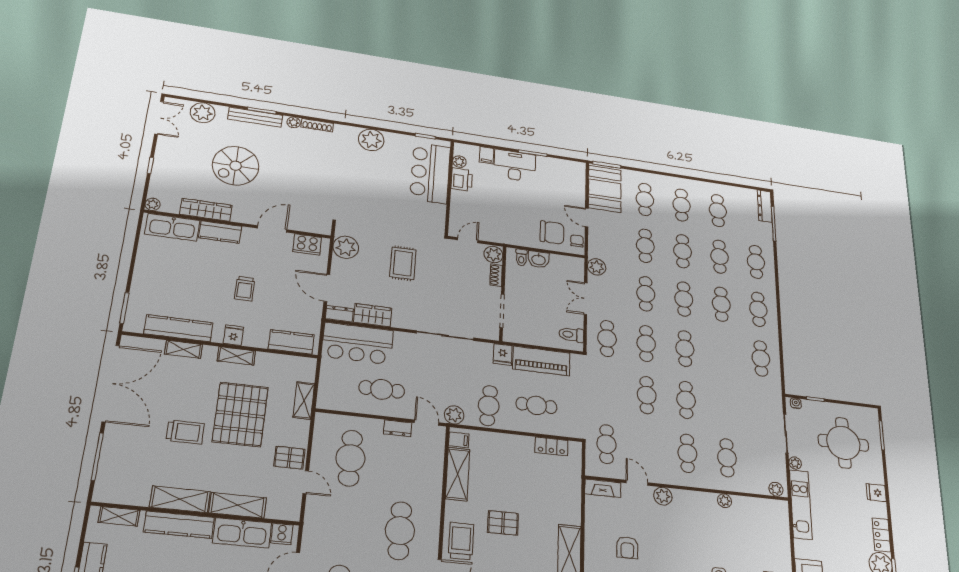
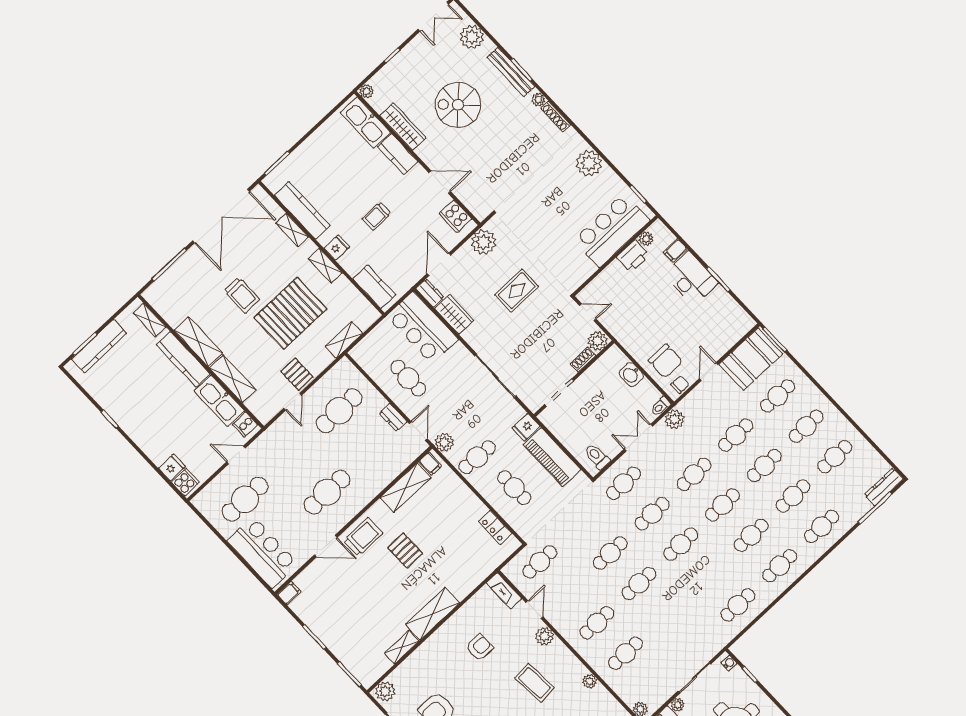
toilet: (521, 257) -> (661, 406), moved
coffee table: (690, 538) -> (534, 683), added
armchair: (627, 548) -> (480, 647), turned 180

